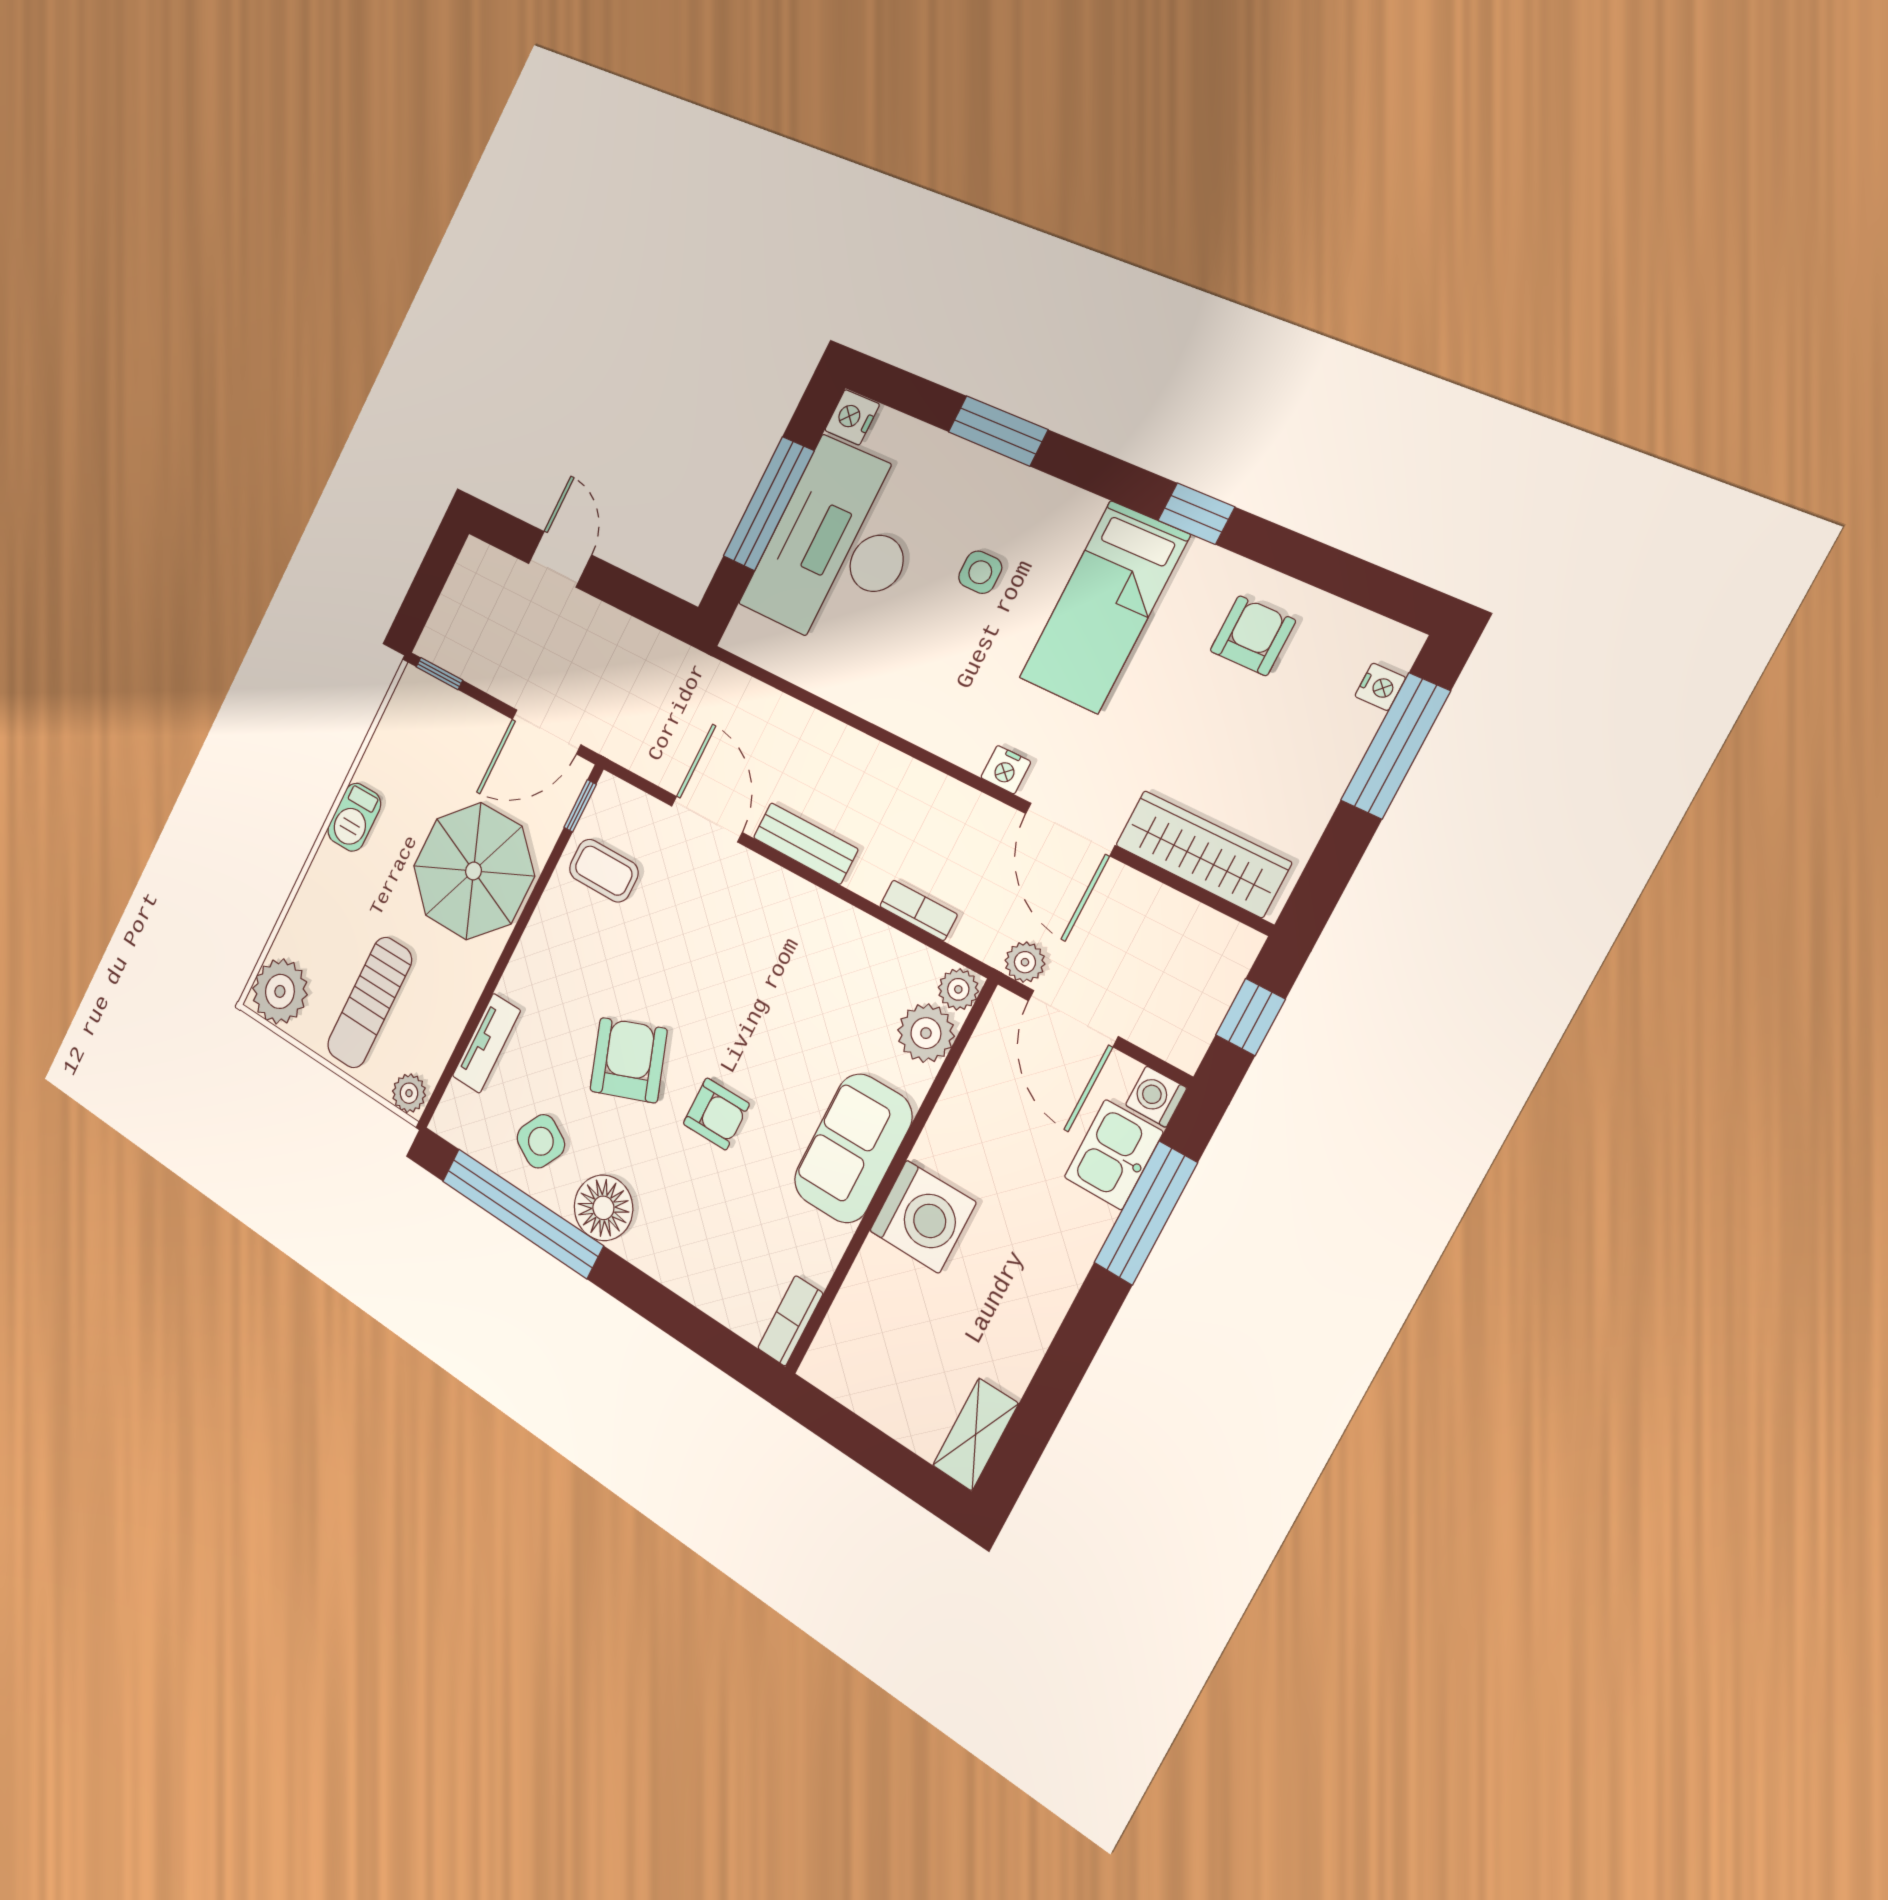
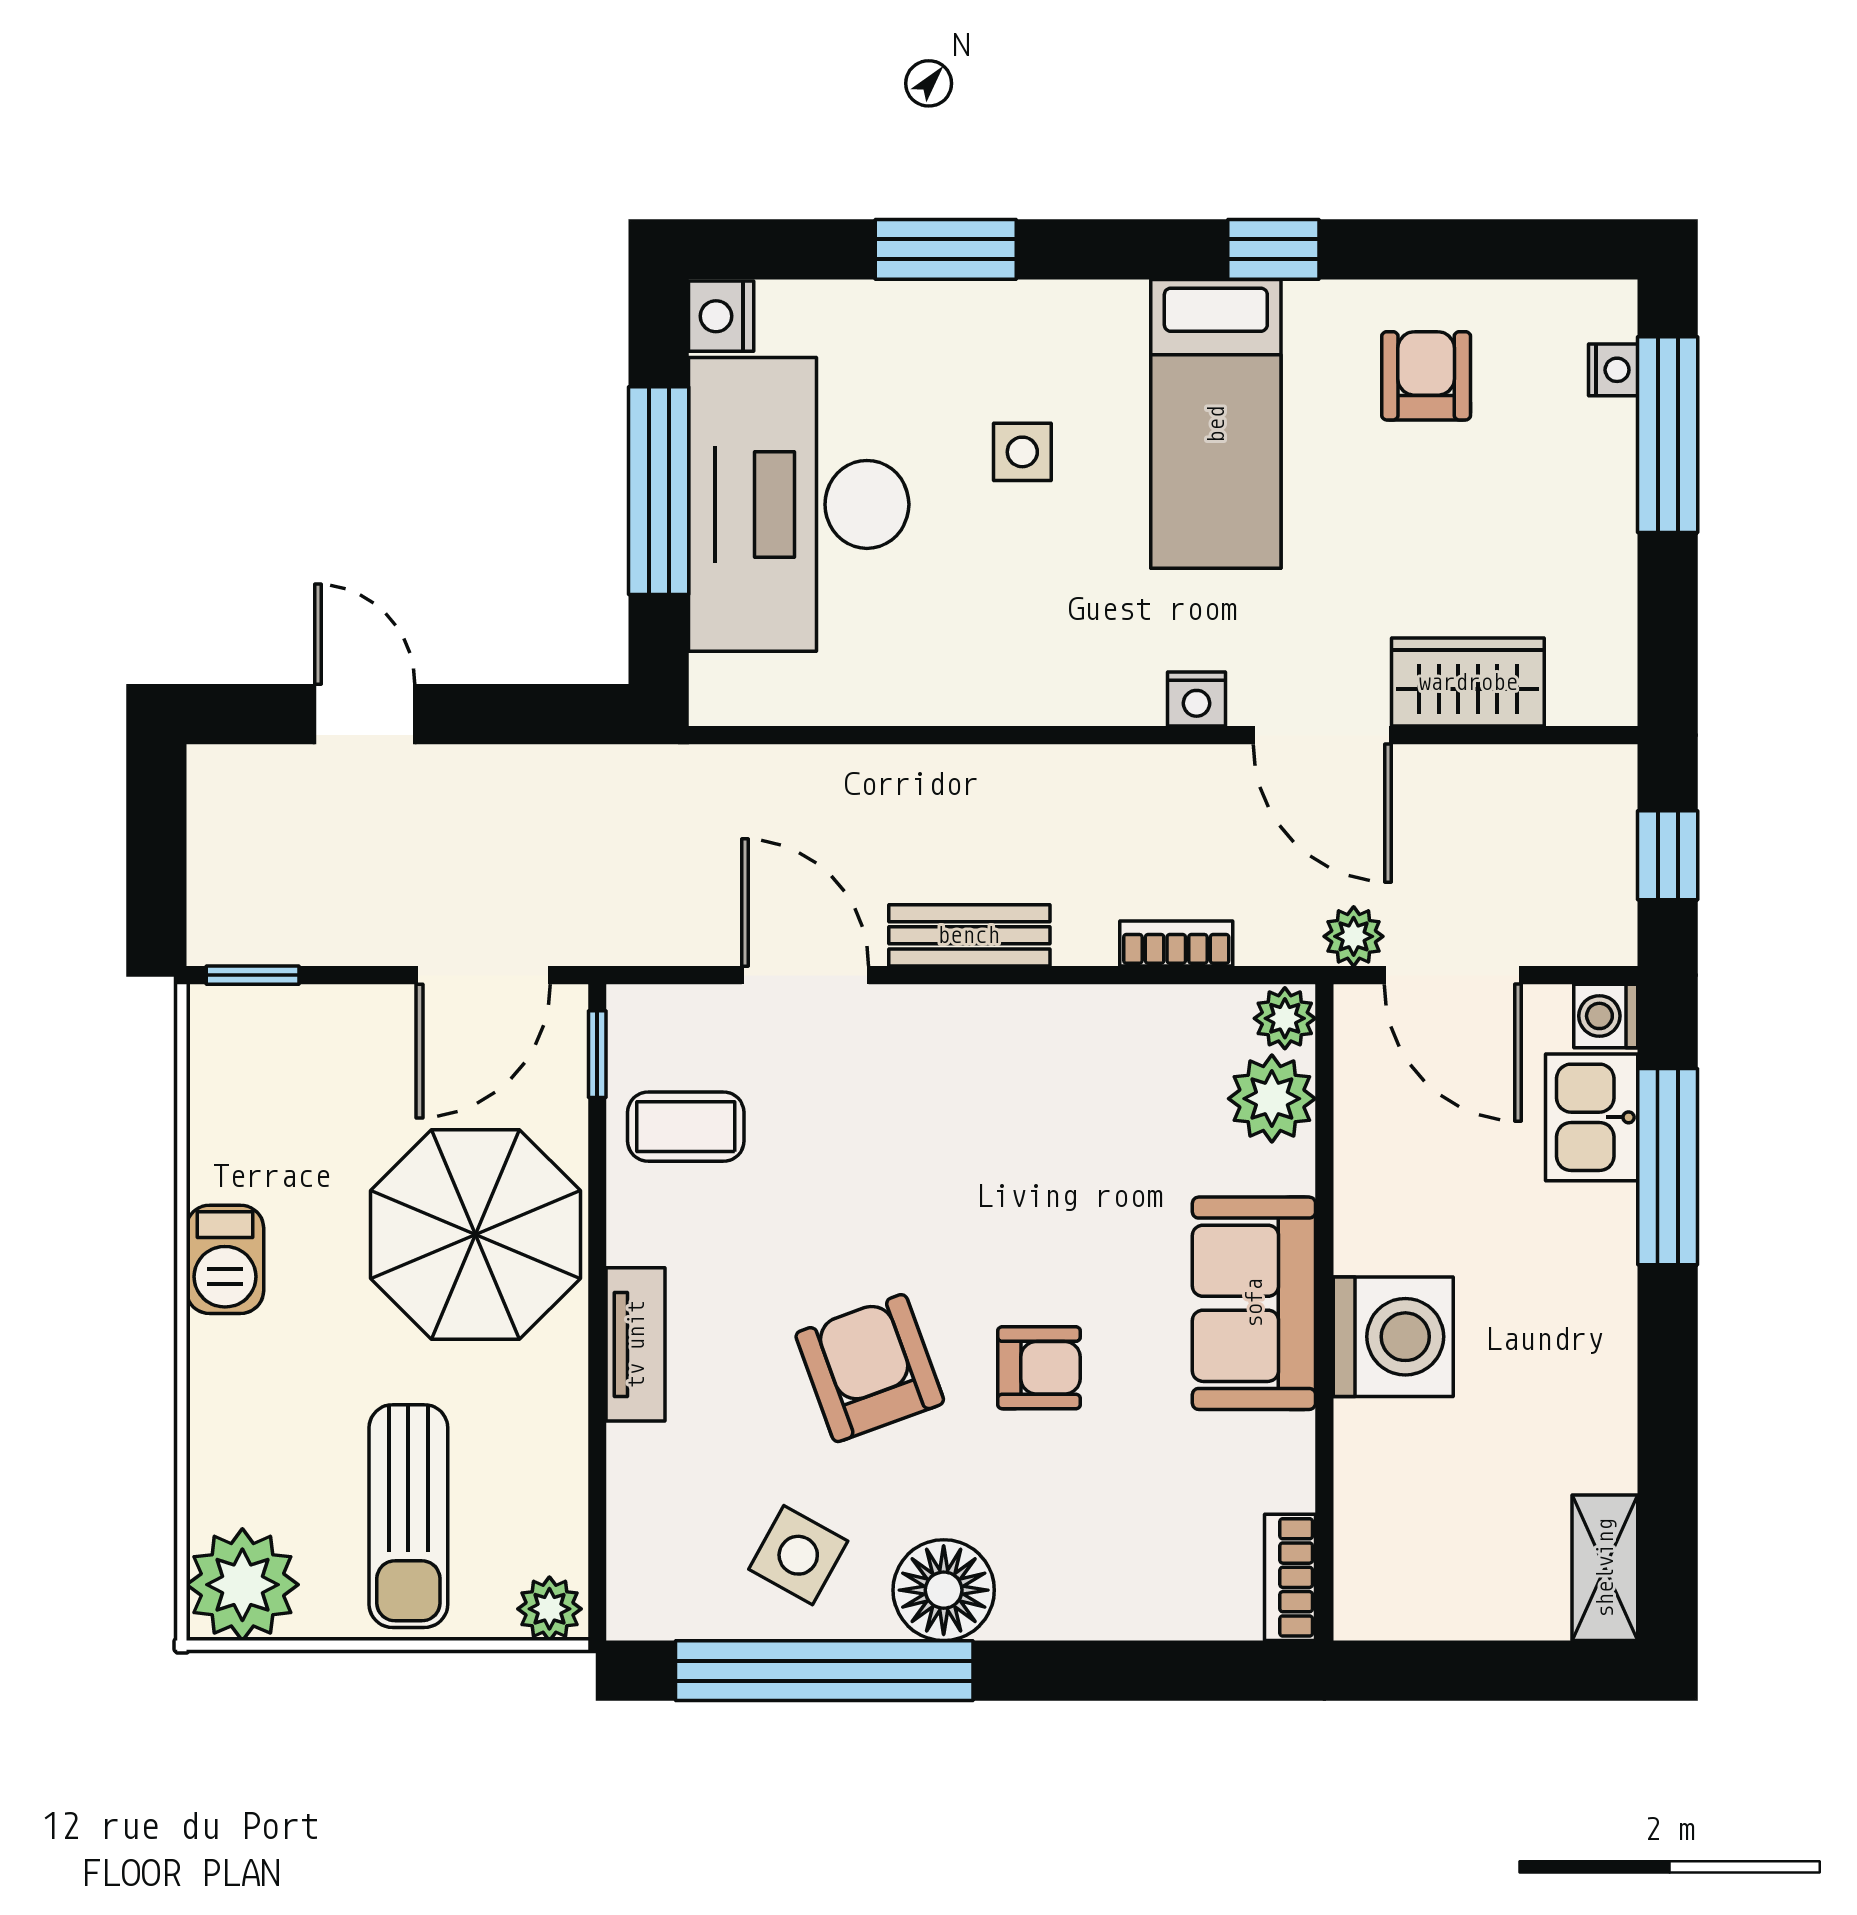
wardrobe: (1203, 854) -> (1468, 682), width x0.67
tv unit: (486, 1043) -> (636, 1344), moved

